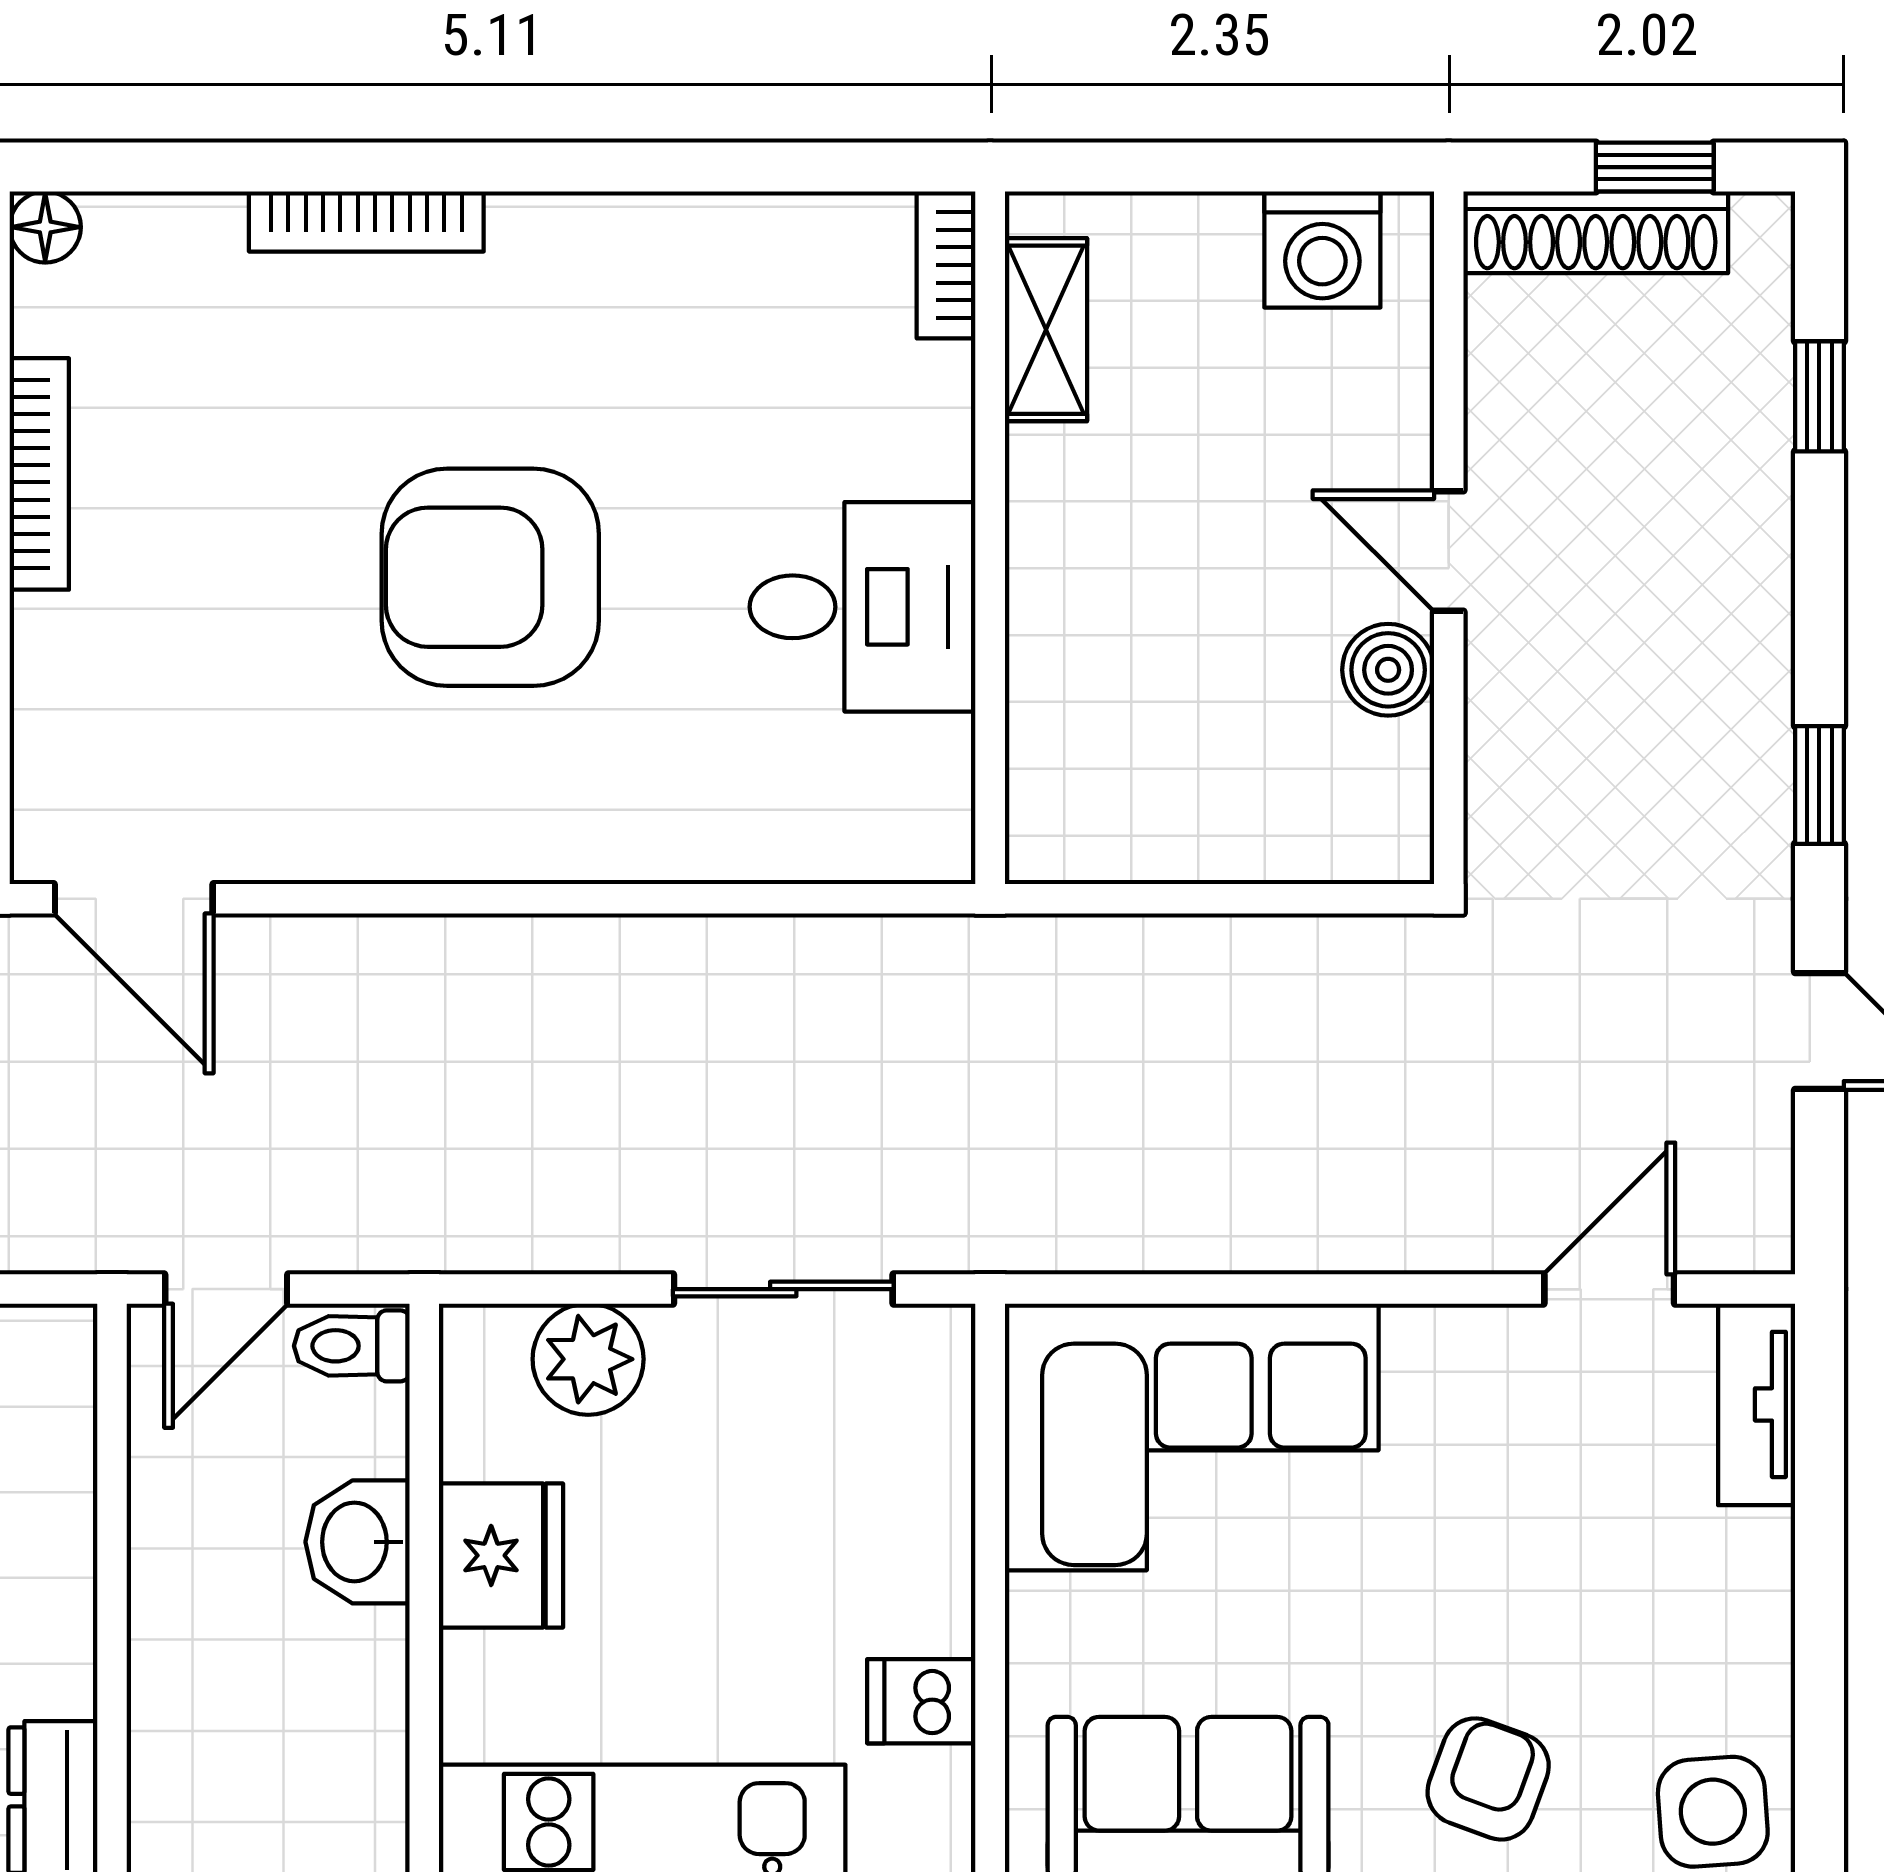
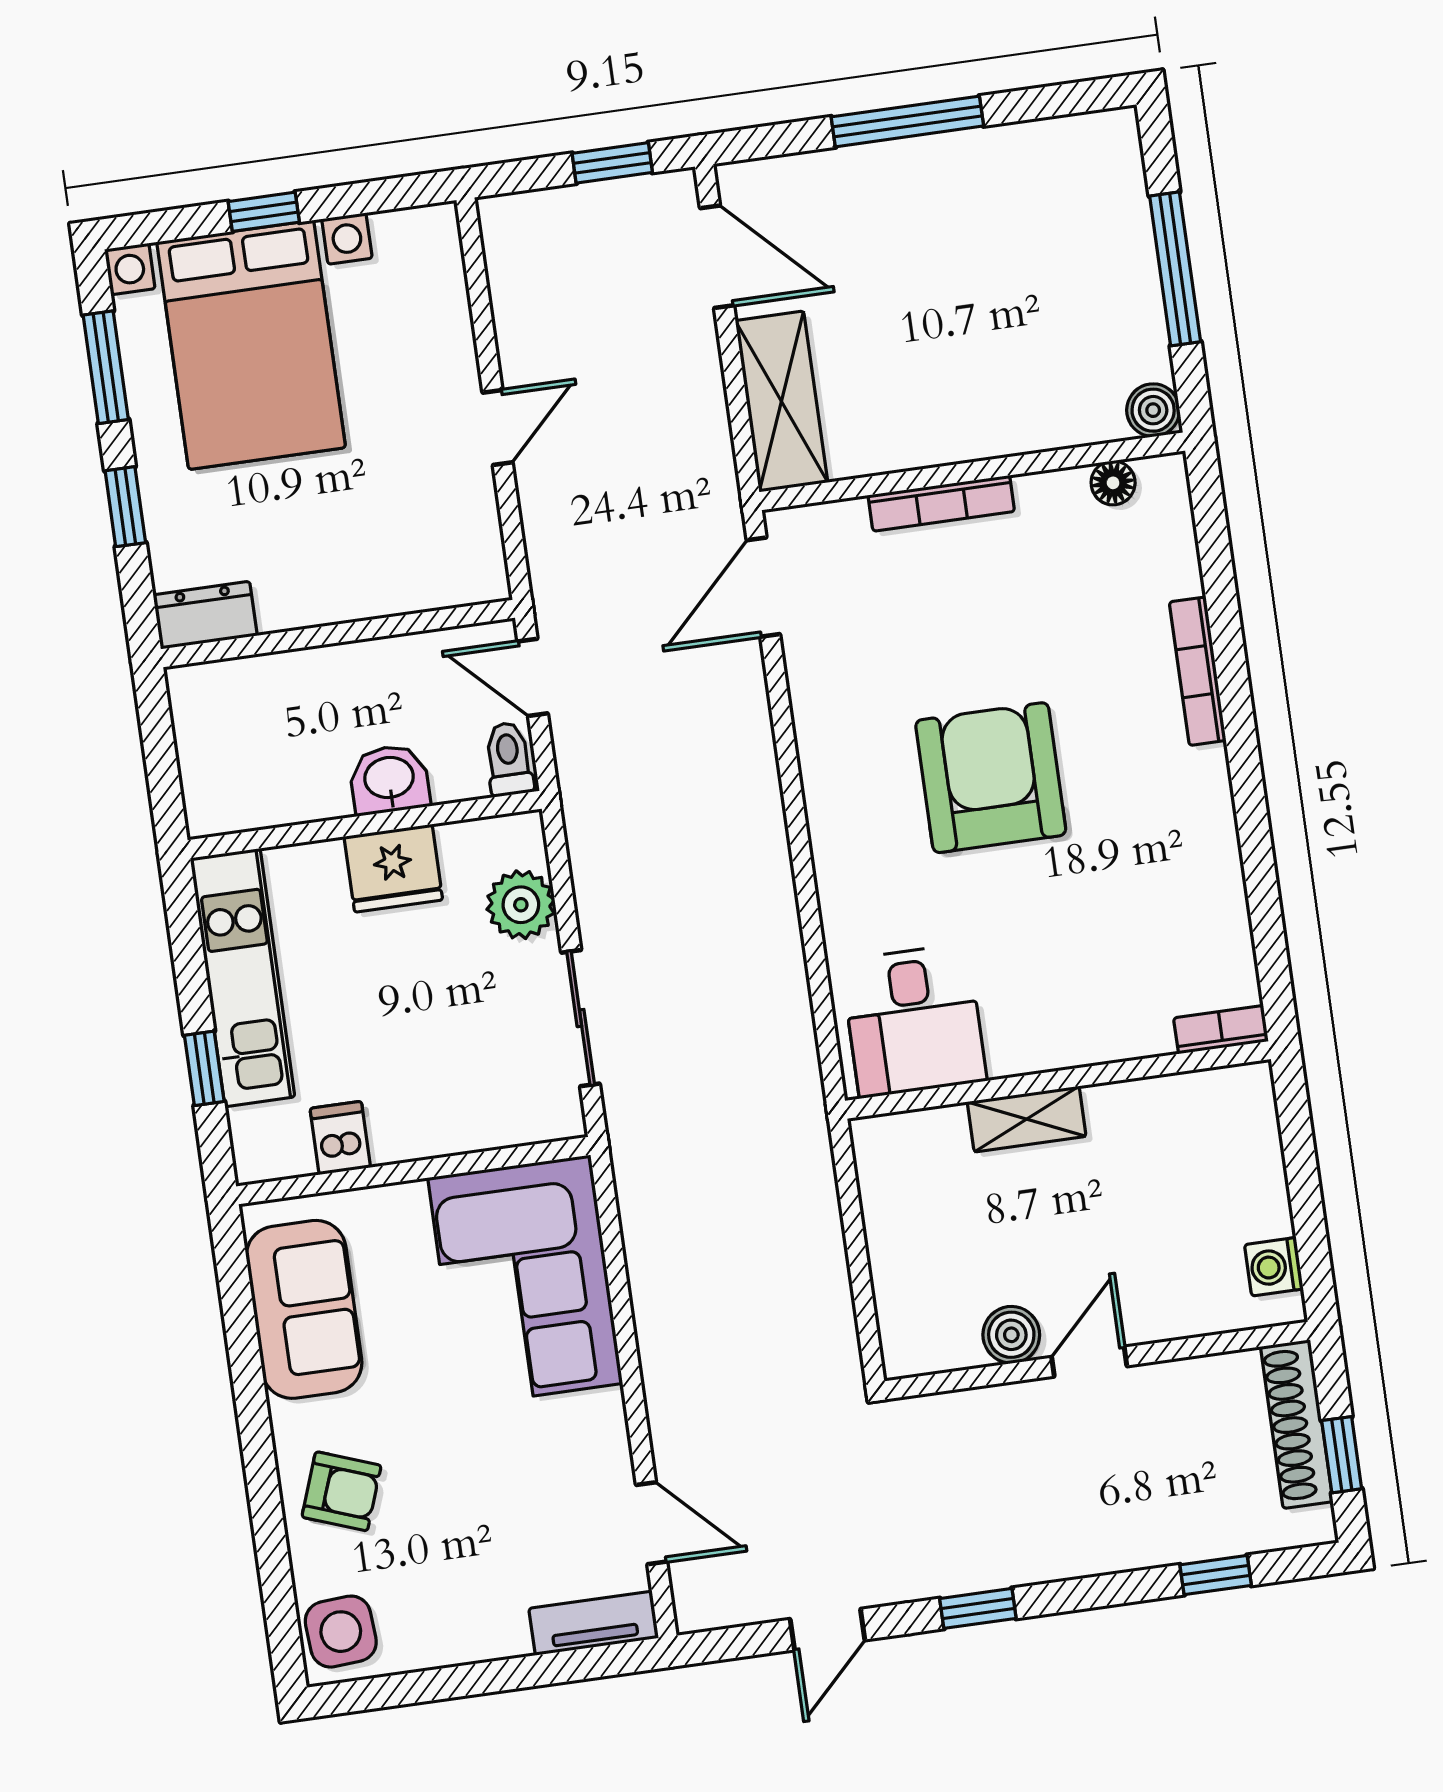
floor lamp: (45, 227) -> (1113, 483), moved
washing machine: (1322, 250) -> (1274, 1267), width x0.73, depth x0.73
shelving: (1046, 330) -> (1027, 1119), moved
bookcase: (39, 474) -> (941, 503), moved
desk: (863, 607) -> (914, 1021), moved

